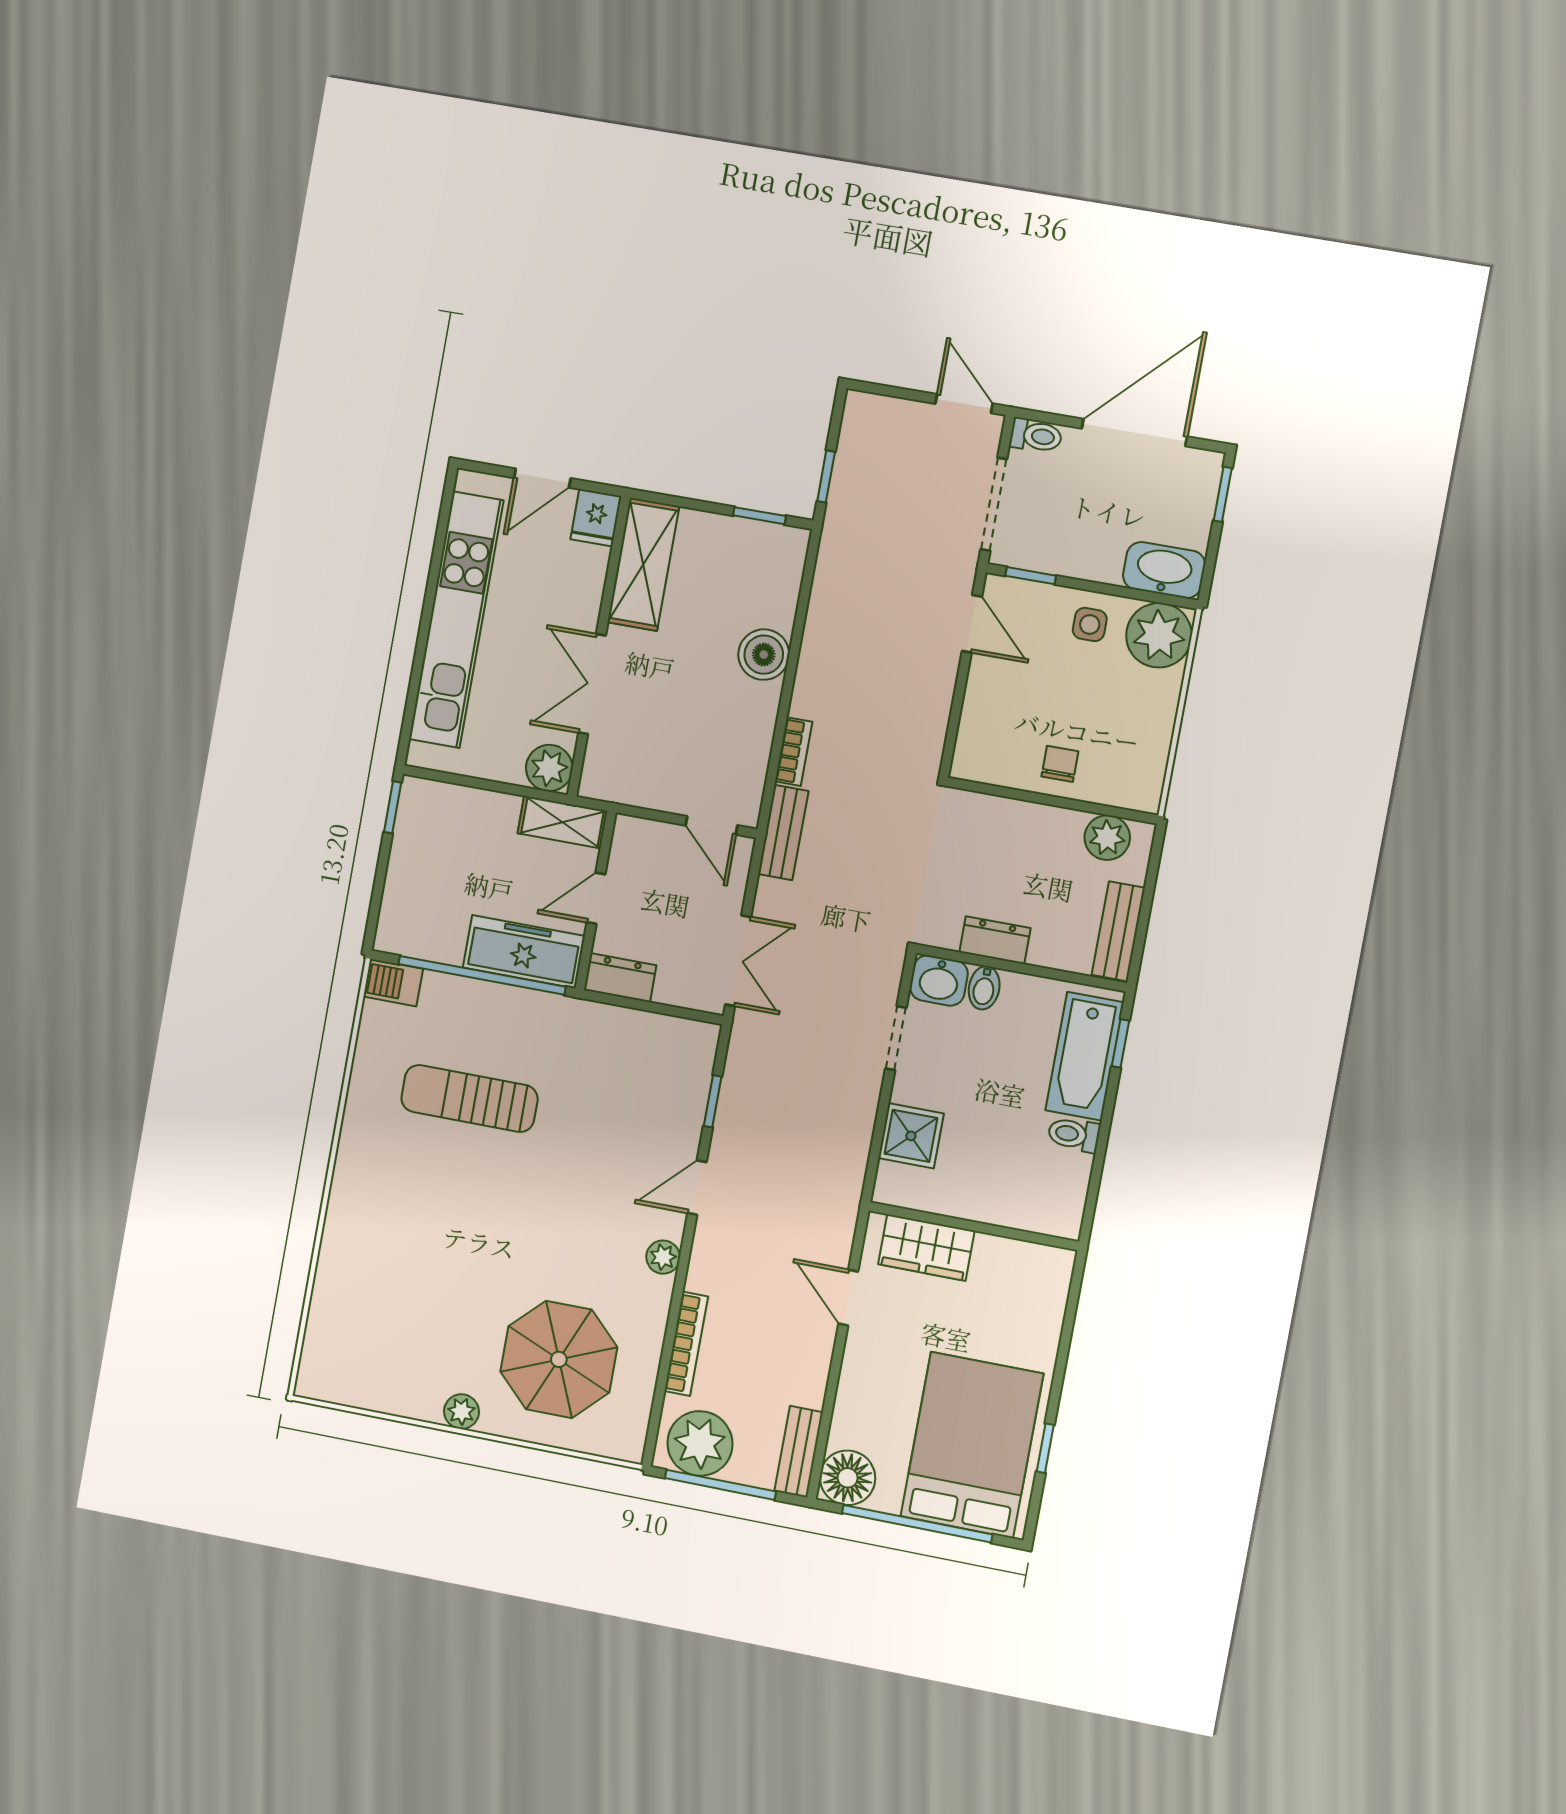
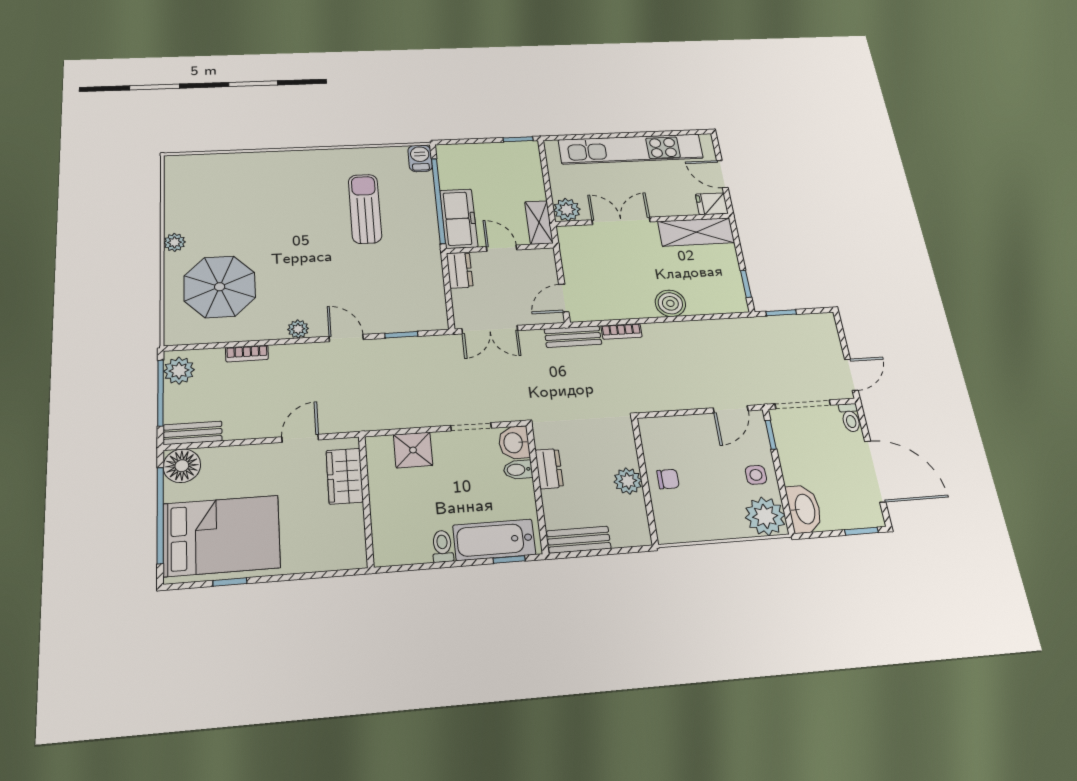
plant: (1107, 838) -> (628, 481), moved
bookcase: (686, 1344) -> (247, 353), width x0.64
plant: (700, 1443) -> (179, 371), width x0.73, depth x0.73

